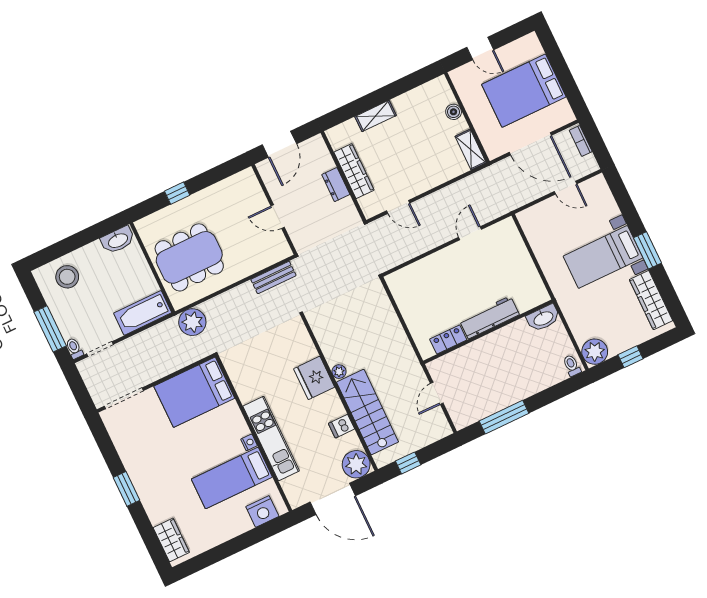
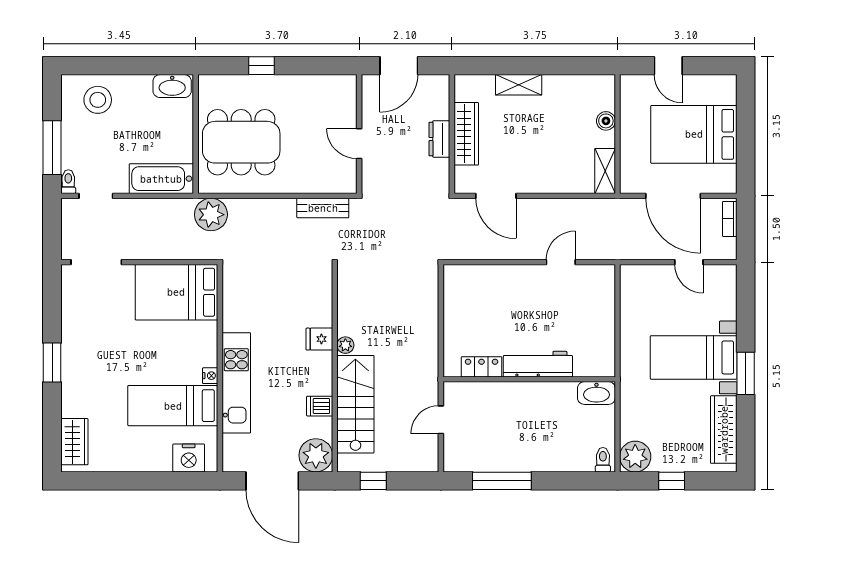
door: (398, 207) -> (496, 196), width x1.38
fridge: (314, 378) -> (319, 339), width x0.53, depth x0.75

